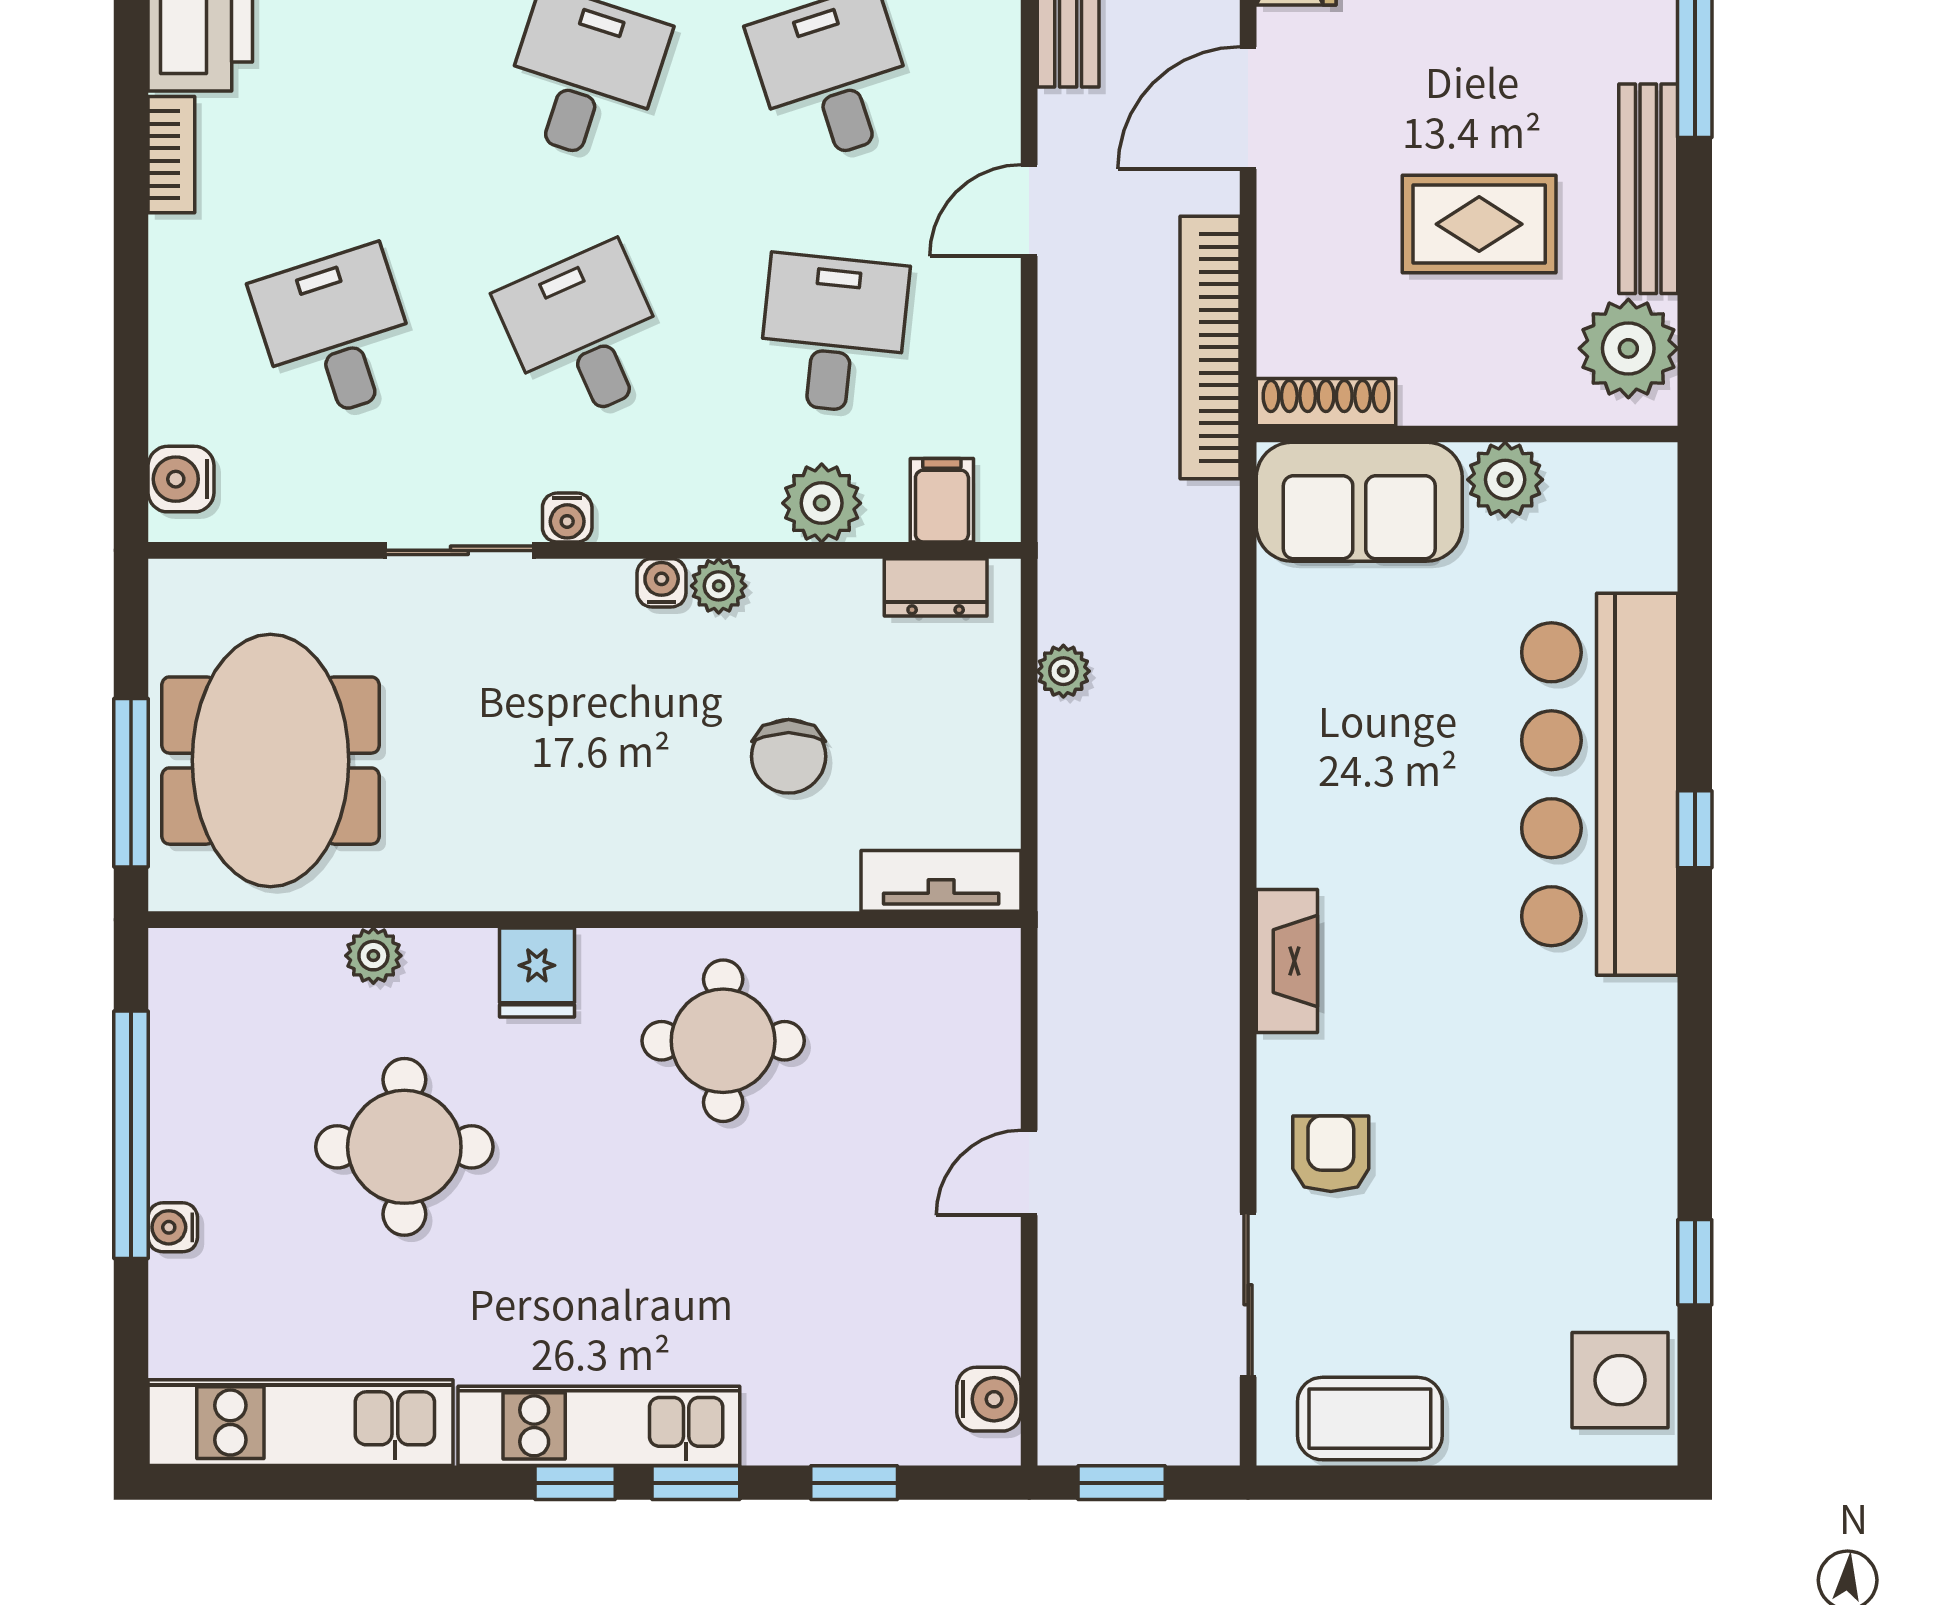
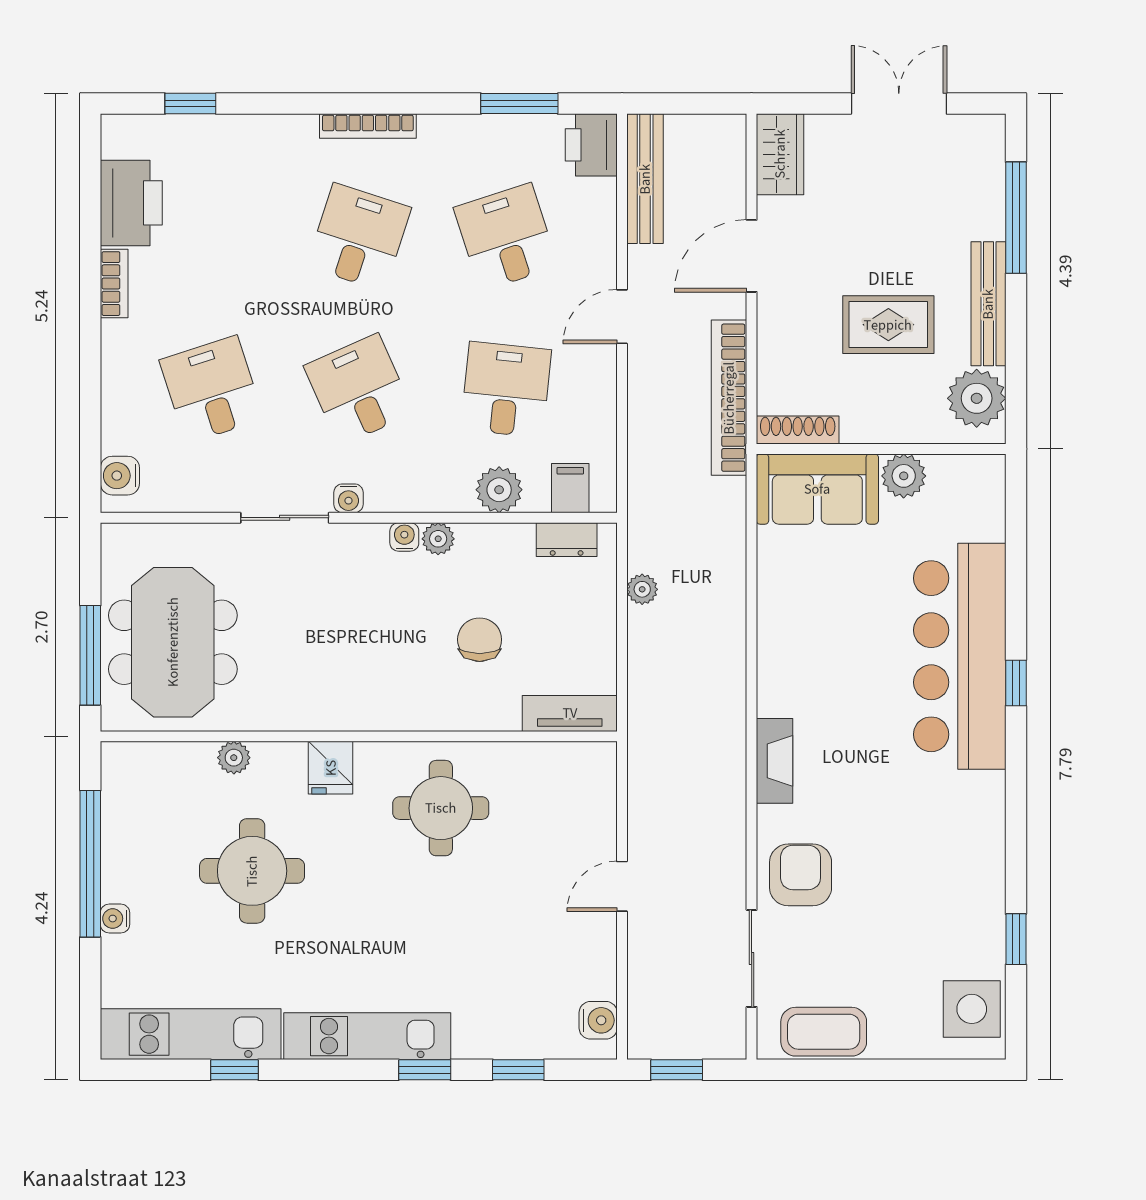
chair: (789, 756) -> (480, 640), turned 180
armchair: (1331, 1154) -> (801, 875), width x1.38, depth x1.38
window: (575, 1483) -> (235, 1070), moved

